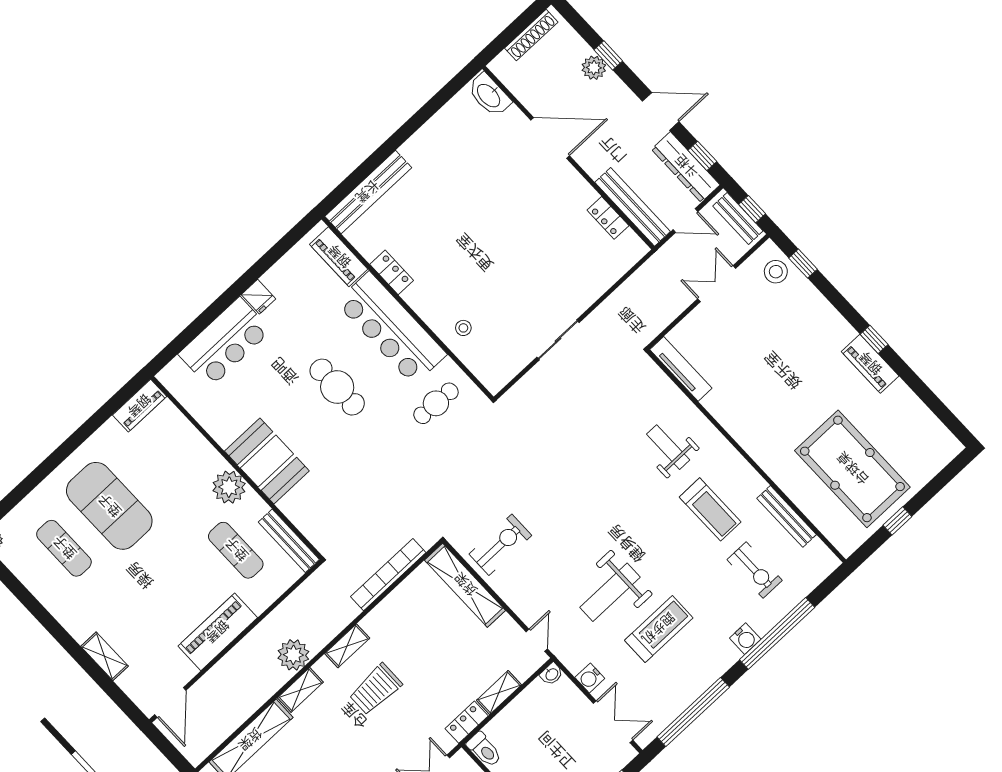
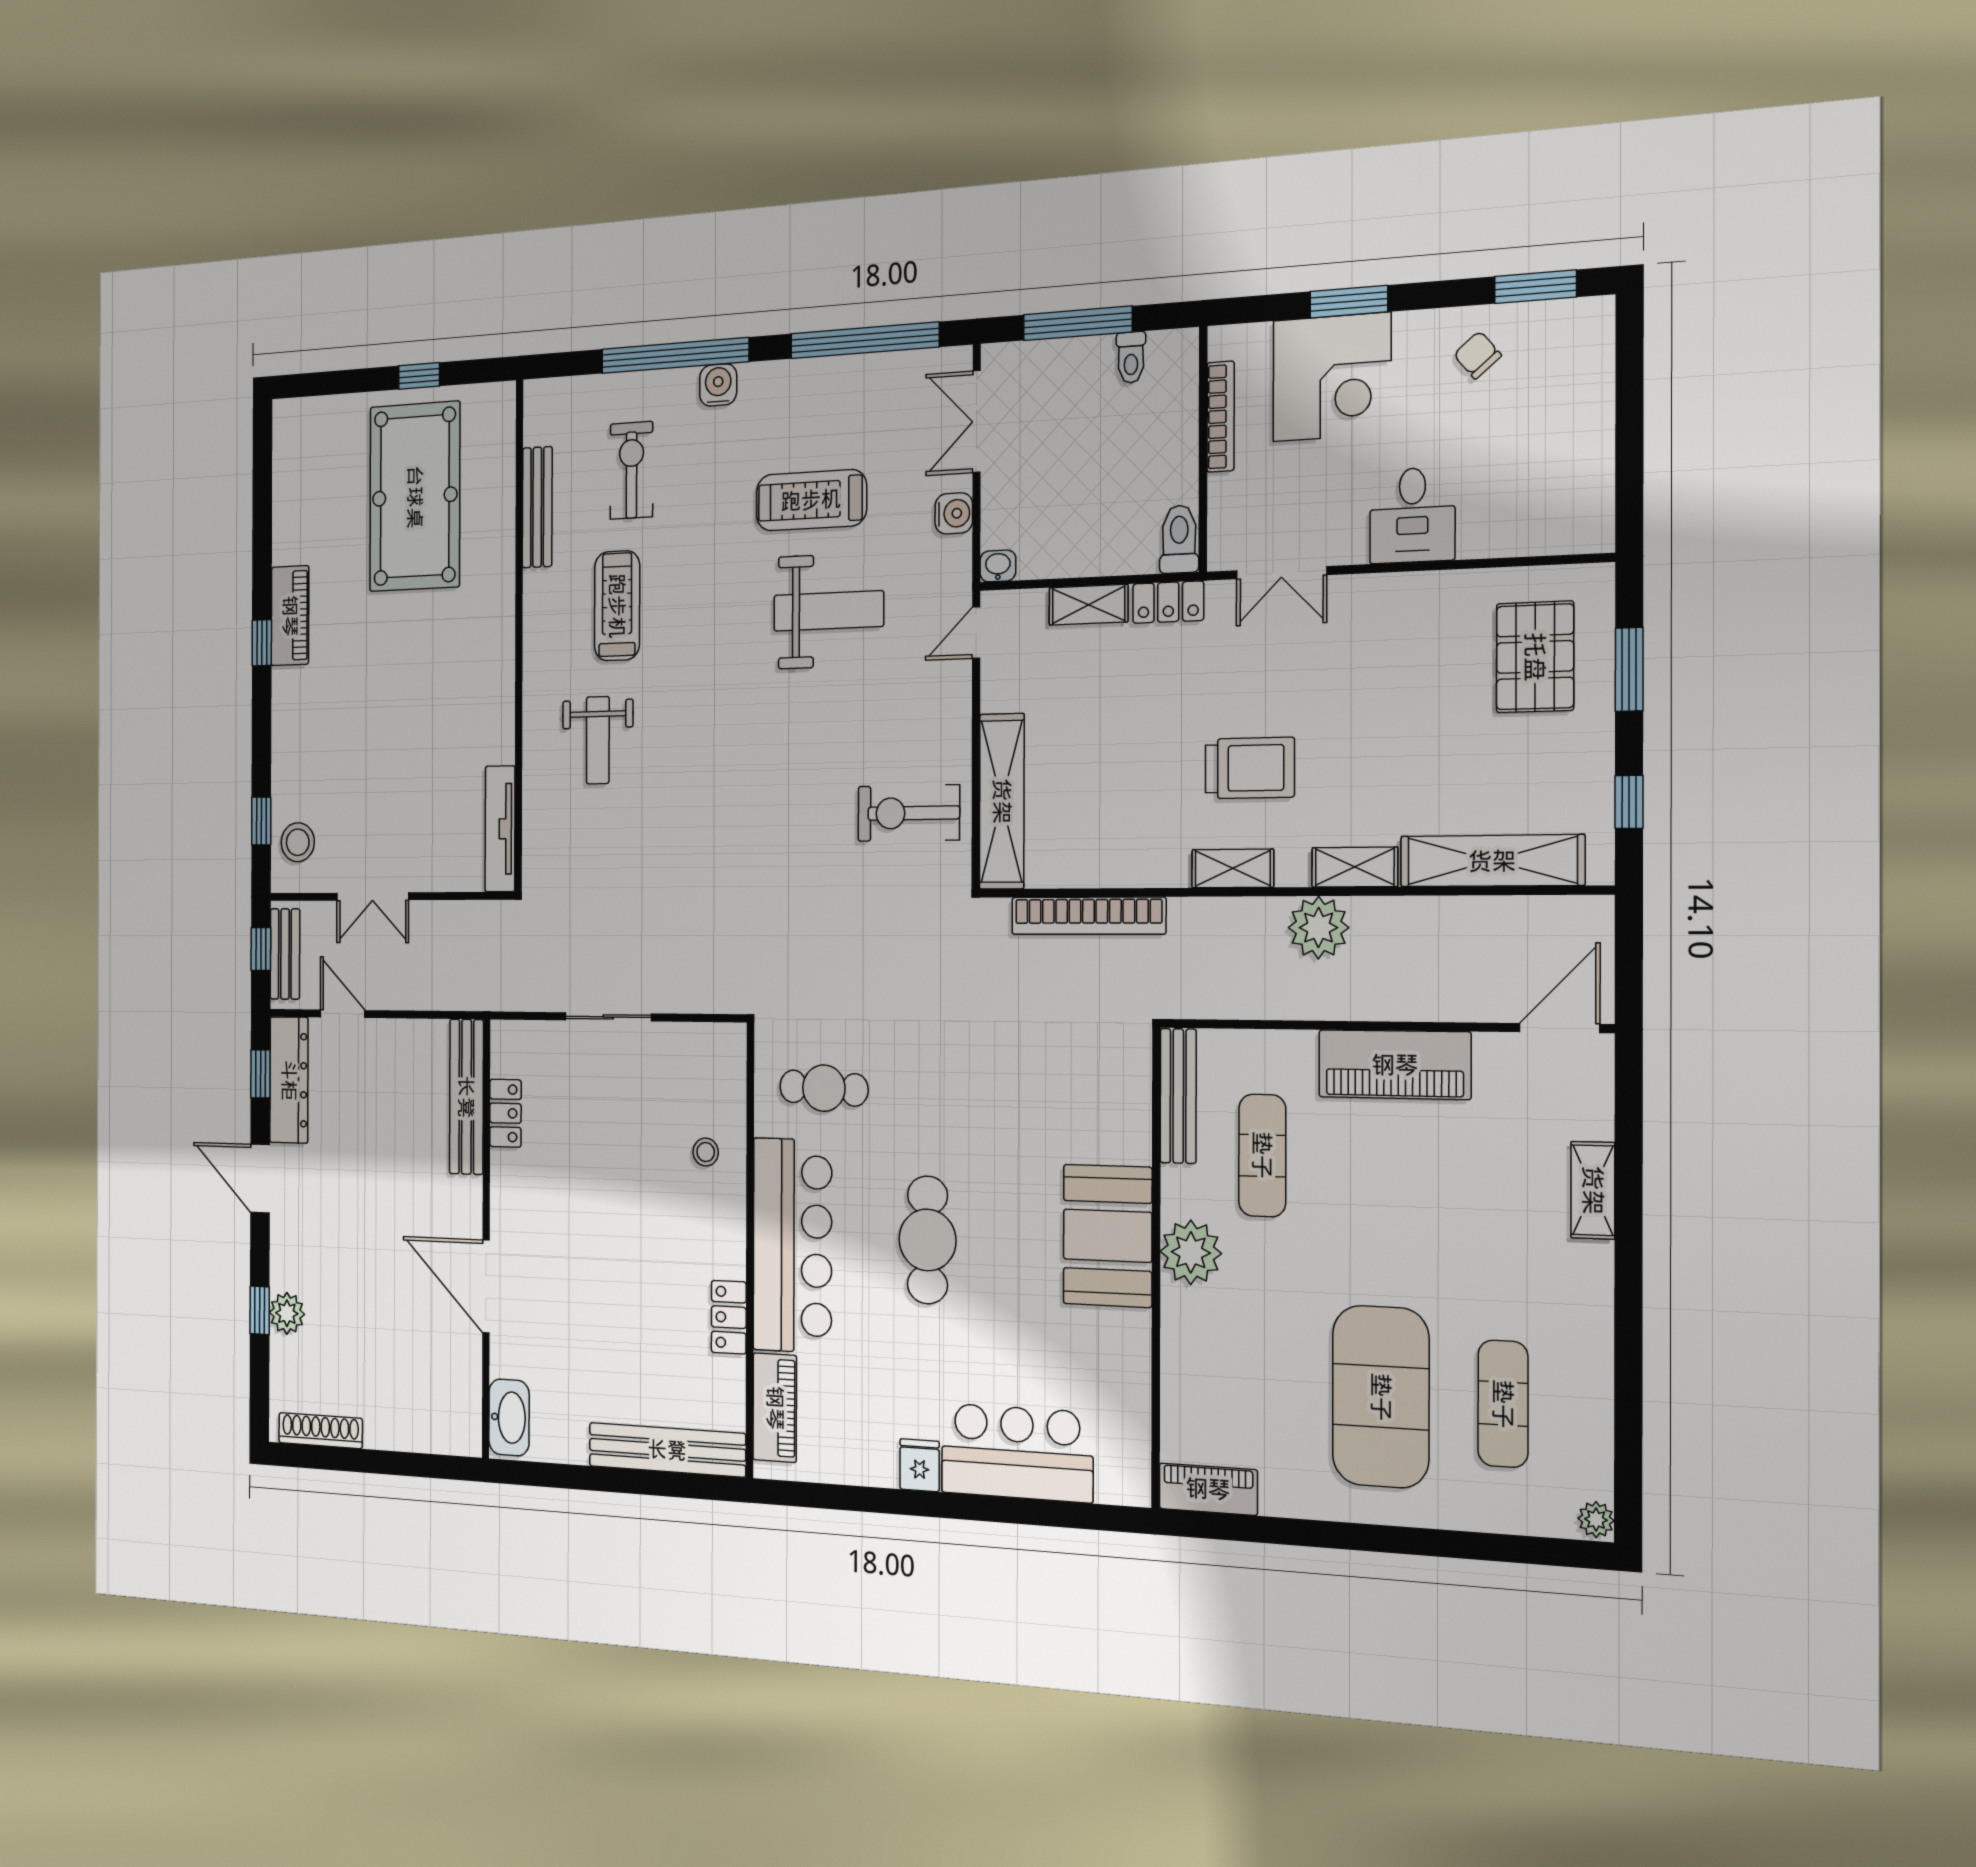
washbasin: (489, 95) -> (509, 1417), moved
door: (550, 138) -> (486, 1286), moved
wall: (568, 158) -> (486, 1239), moved
bench: (633, 207) -> (466, 1097), moved
locker: (608, 218) -> (505, 1113), moved

